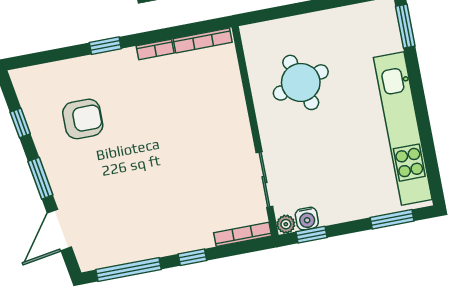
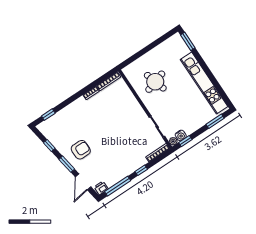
window: (105, 46) -> (48, 115), moved
armchair: (83, 119) -> (81, 150), moved
printer: (92, 259) -> (101, 188), added

